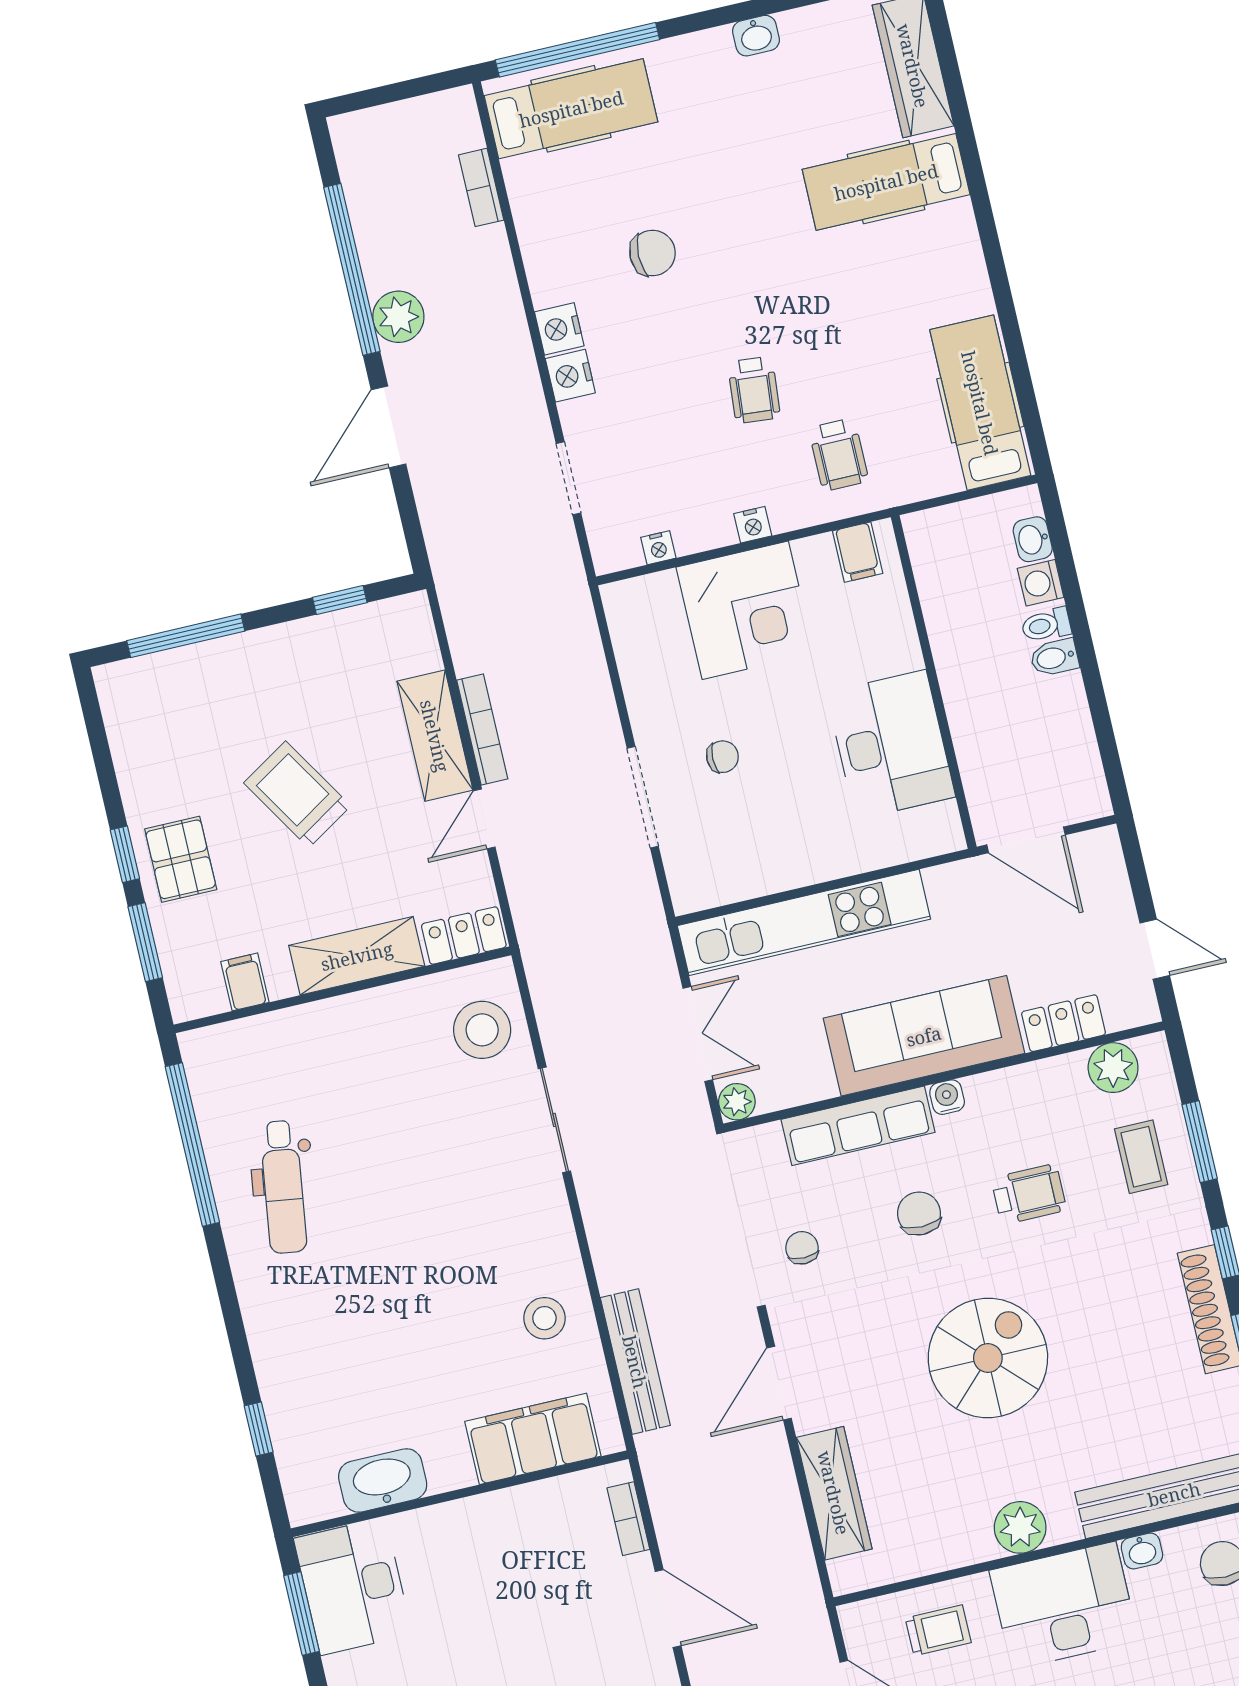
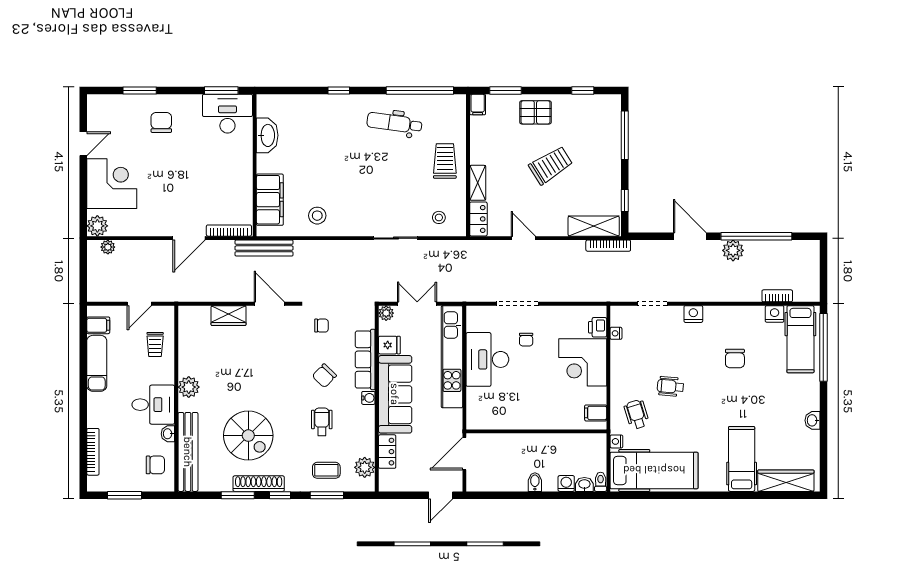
nightstand: (559, 329) -> (775, 314), moved
hospital bed: (980, 403) -> (654, 470), width x1.37, depth x1.29
wheelchair: (839, 455) -> (637, 414), turned 73
nightstand: (753, 525) -> (616, 441), moved
printer: (654, 594) -> (598, 327), added
toilet: (1046, 625) -> (601, 482), moved
bookcase: (482, 729) -> (608, 246), moved
shelving: (435, 736) -> (594, 226), moved
desk: (891, 745) -> (487, 359), moved, turned 90
window: (125, 854) -> (583, 90), moved
door: (1155, 949) -> (441, 495), moved
shelving: (357, 956) -> (478, 183), width x0.67, depth x0.75
filing cabinet: (245, 982) -> (478, 105), moved, turned 90
stool: (482, 1030) -> (439, 217), width x0.53, depth x0.53
double door: (698, 1034) -> (417, 304), swing flipped
trolley: (345, 1047) -> (445, 161), added
fridge: (811, 1077) -> (389, 345), added
wheelchair: (1029, 1194) -> (322, 422), turned 180
chair: (919, 1213) -> (324, 376), turned 134
spiral stairs: (988, 1358) -> (248, 436), moved
bench: (635, 1362) -> (264, 248), moved
window: (259, 1429) -> (339, 90), moved
wardrobe: (834, 1493) -> (229, 316), width x0.67
bookcase: (628, 1519) -> (229, 231), width x1.56
desk: (1064, 1606) -> (153, 405), width x0.73

